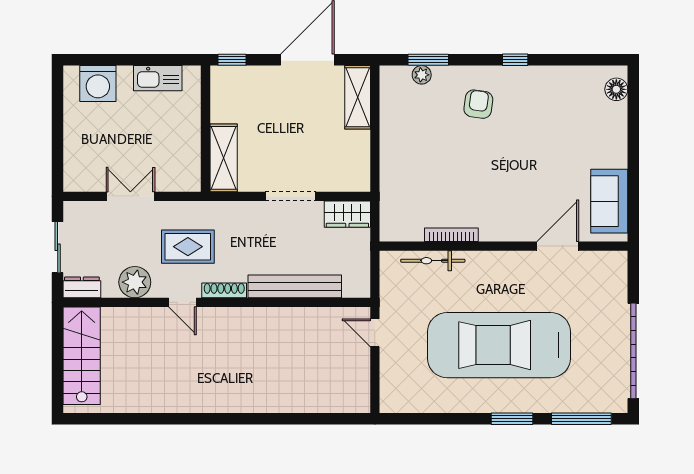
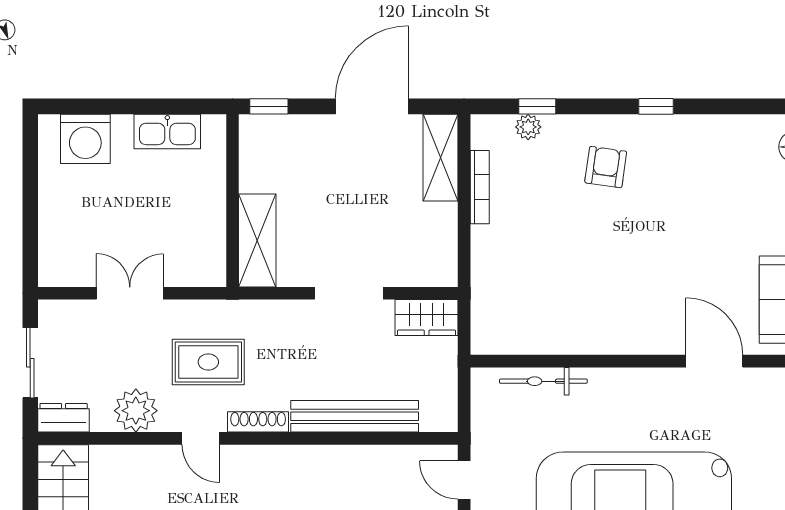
window: (428, 60) -> (537, 106), width x0.67
bookcase: (451, 235) -> (480, 187), moved, turned 90
door: (558, 246) -> (714, 361), hinge flipped

